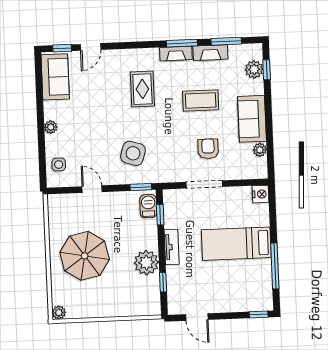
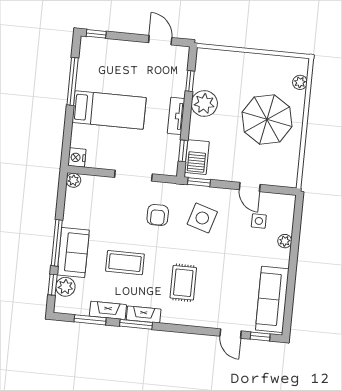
door: (91, 47) -> (231, 334), swing flipped
sofa: (55, 77) -> (272, 299), width x1.36
window: (268, 110) -> (57, 243), added
sofa: (252, 119) -> (73, 252), moved
plant: (51, 127) -> (285, 241), moved
armchair: (208, 149) -> (158, 215), moved
plant: (260, 150) -> (73, 180), moved
side table: (59, 165) -> (259, 221), moved
barbecue: (148, 206) -> (197, 157), width x1.38, depth x1.27
plant: (59, 313) -> (300, 82), moved

